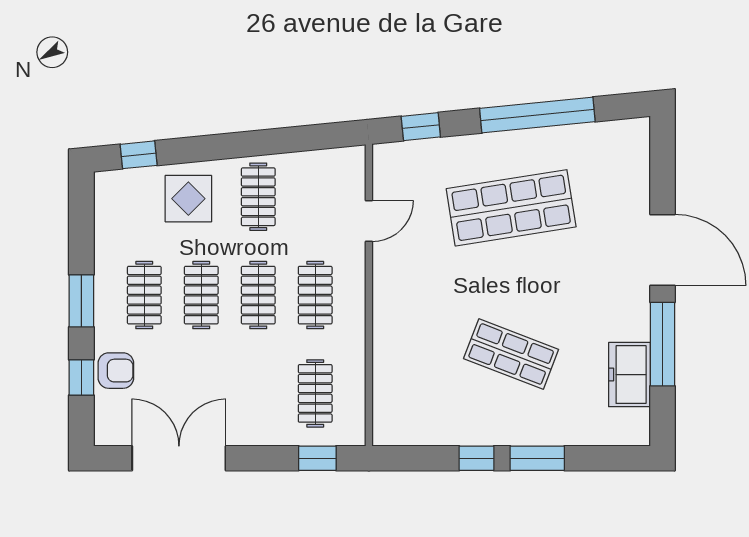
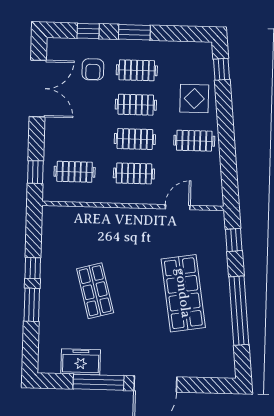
door: (369, 221) -> (178, 207), swing flipped
shop shelf: (511, 354) -> (95, 291), turned -36
armchair: (116, 371) -> (93, 69), moved

